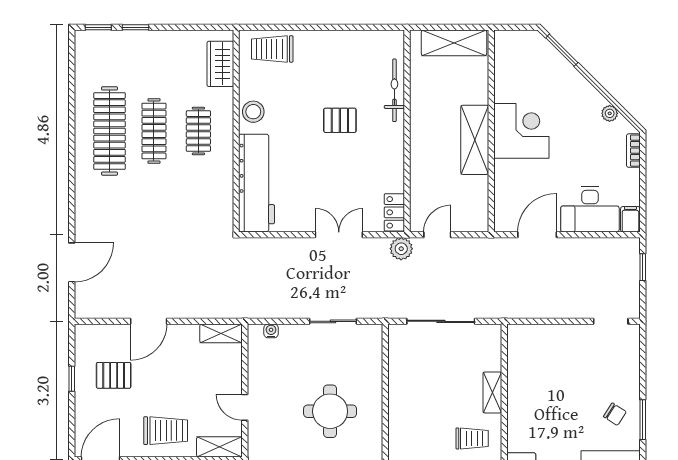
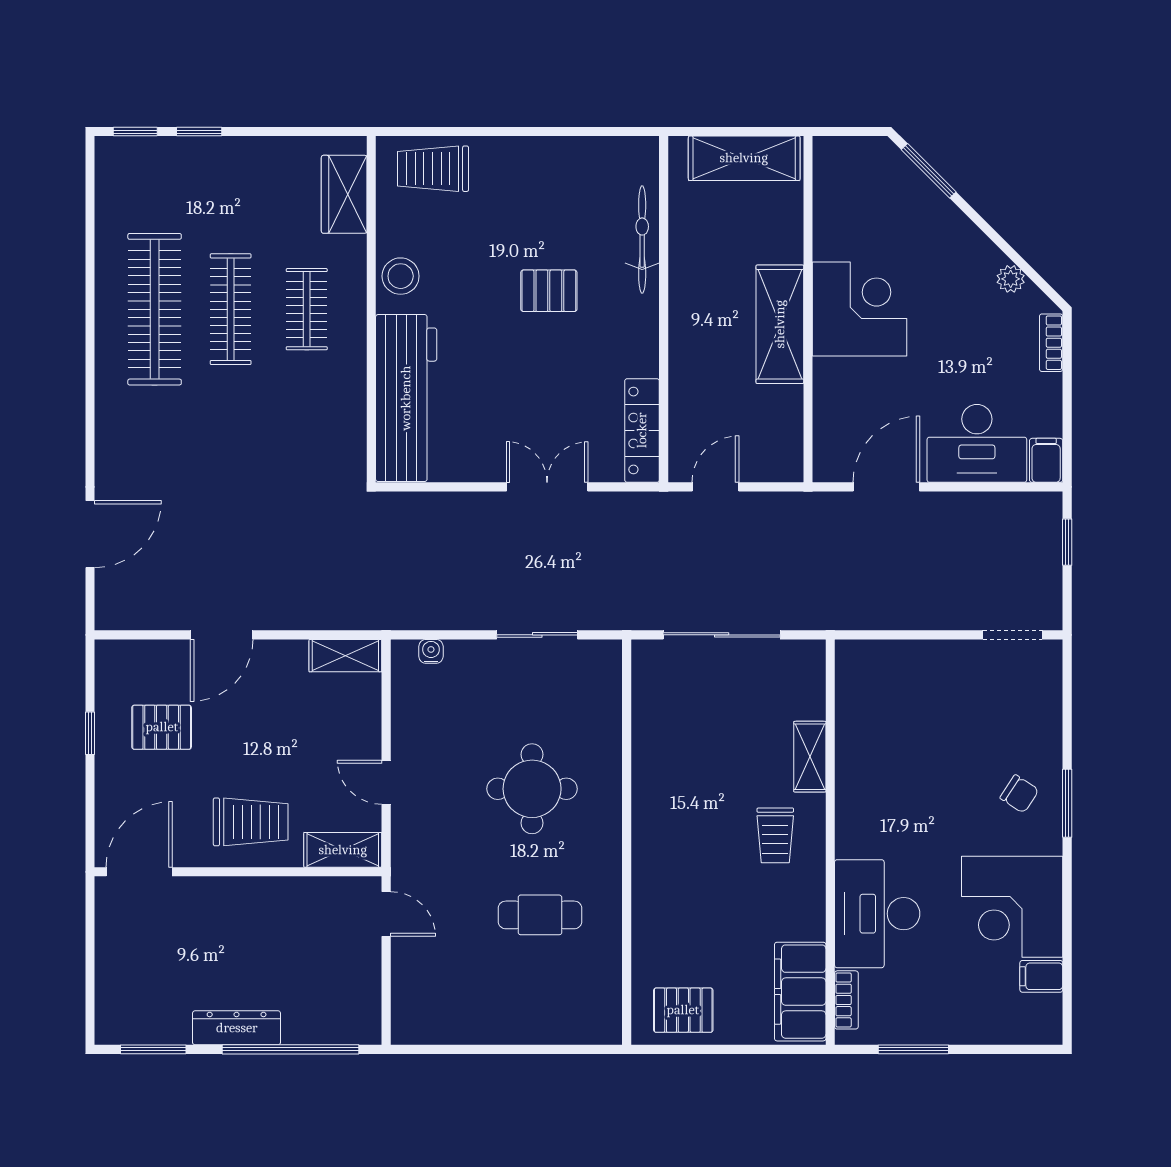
locker: (394, 212) -> (642, 430), width x1.53
plant: (401, 249) -> (654, 511), removed
trolley: (472, 438) -> (775, 835), turned 90

